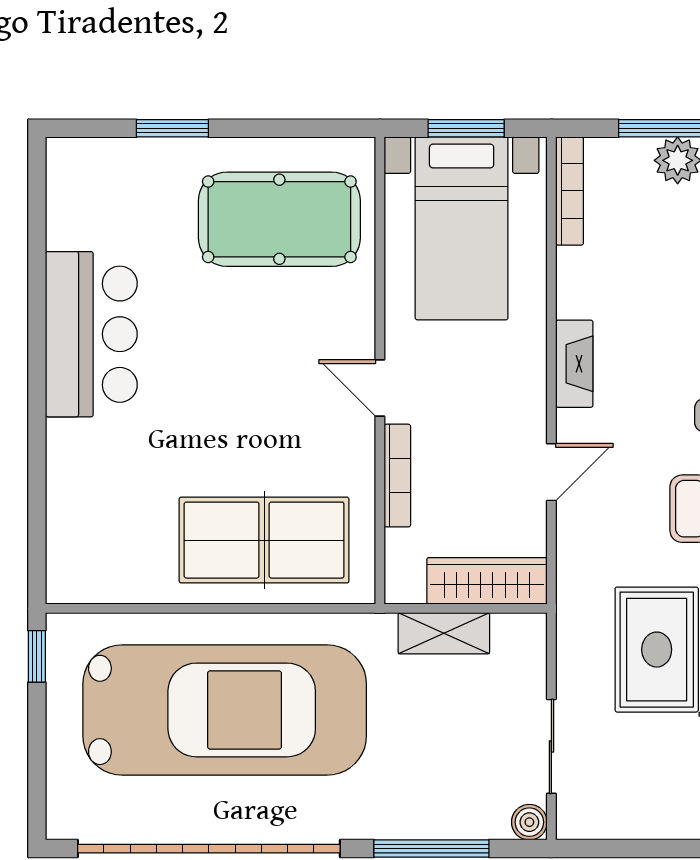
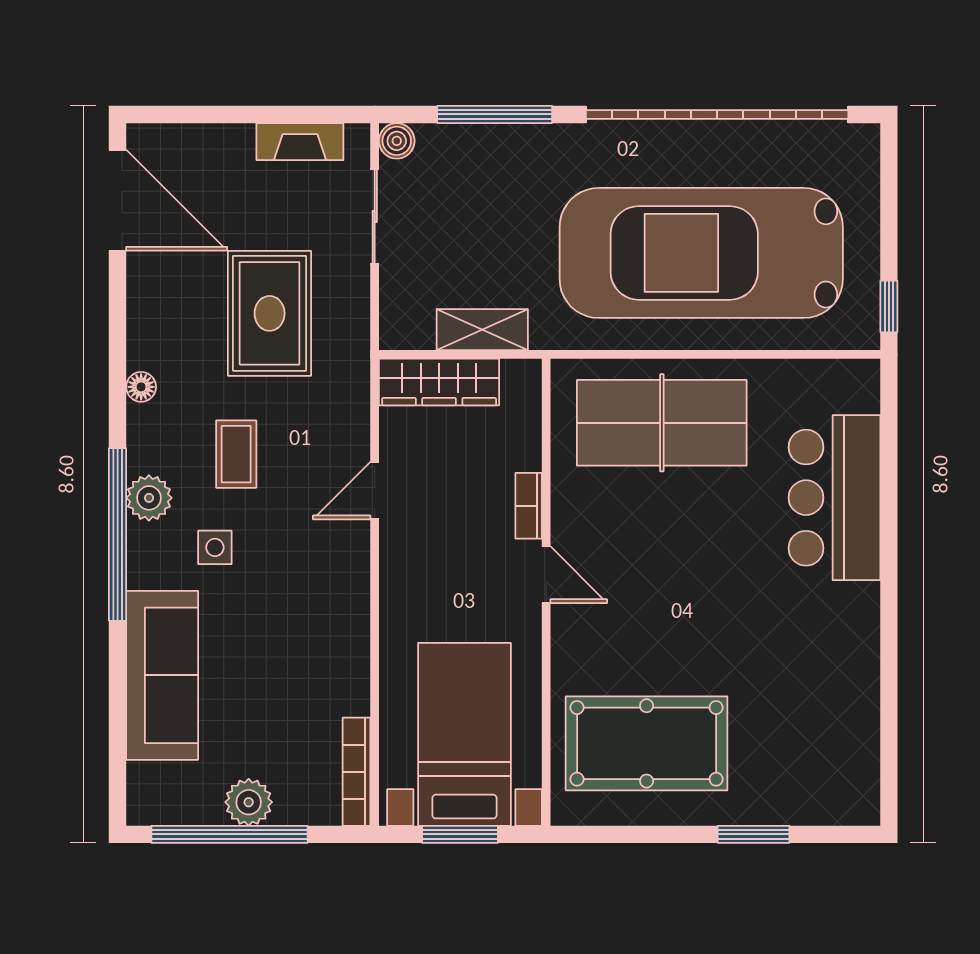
bar counter: (91, 334) -> (834, 498), moved
fireplace: (574, 364) -> (300, 142), moved, turned -90
bookcase: (397, 476) -> (529, 506), width x0.64

